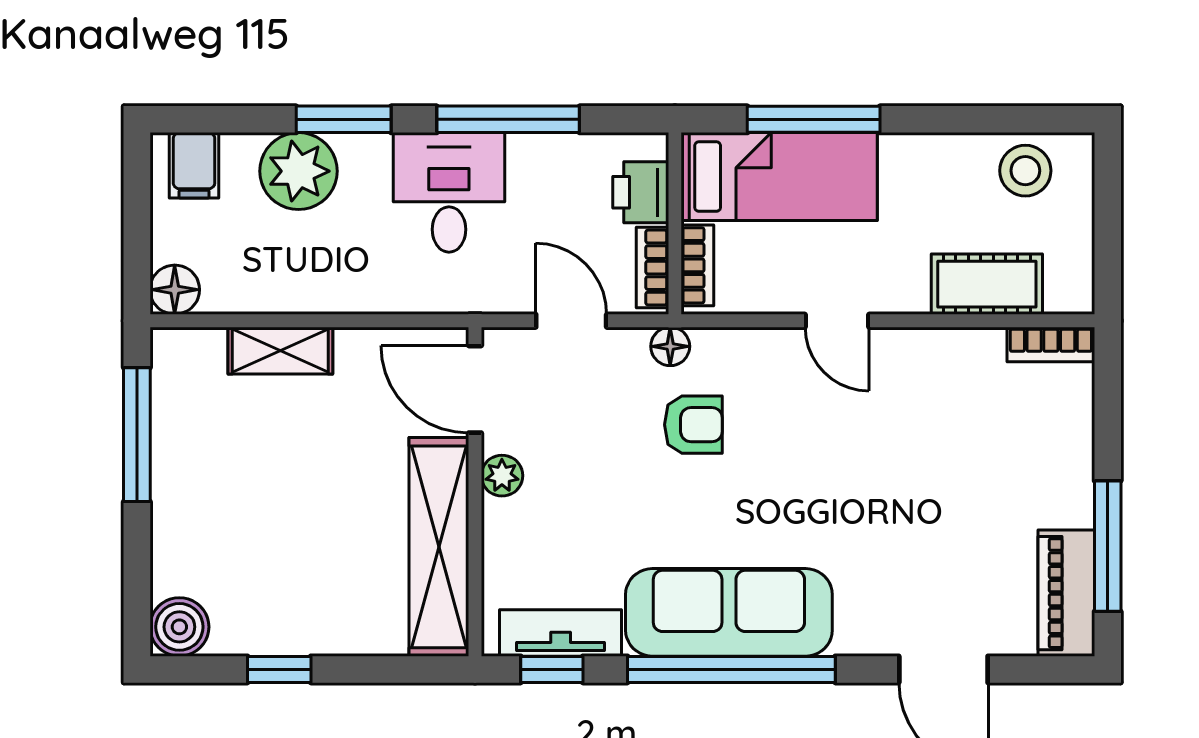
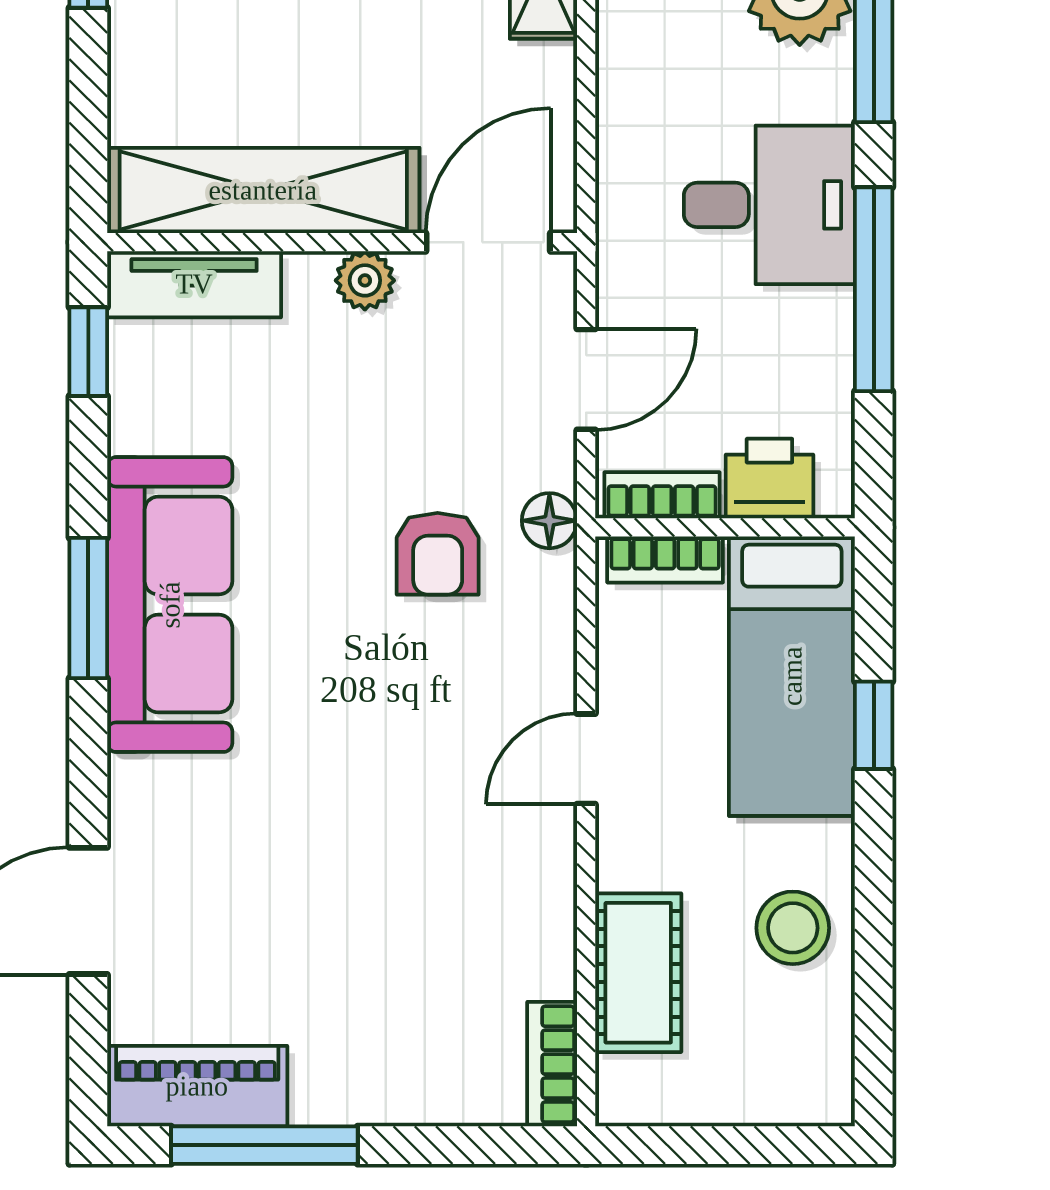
window: (814, 119) -> (874, 725), width x0.46
stool: (1025, 171) -> (793, 928), moved
tv unit: (561, 633) -> (194, 284), moved, turned 90
window: (731, 669) -> (88, 608), width x0.47

